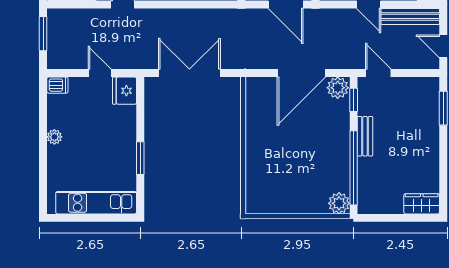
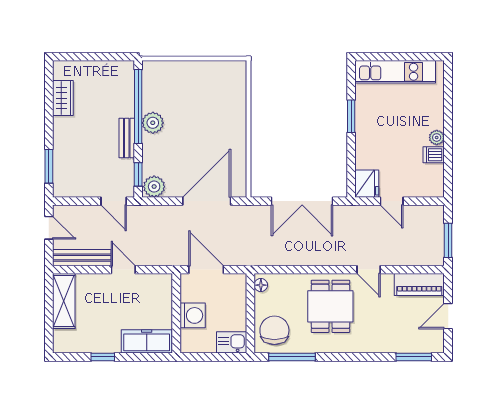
door: (301, 73) -> (207, 201), moved
dishwasher: (57, 85) -> (434, 155), moved
plant: (339, 203) -> (153, 123), moved
wardrobe: (422, 204) -> (63, 98), moved, turned -90

